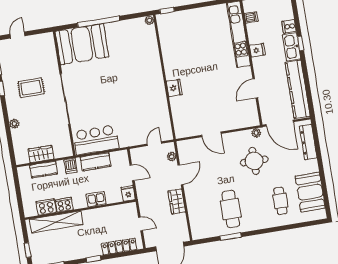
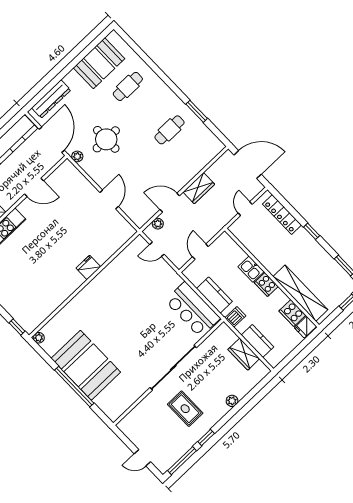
booth: (82, 44) -> (86, 365), moved
fridge: (128, 193) -> (305, 327), moved
cooker: (64, 205) -> (266, 285), moved
cafe table: (231, 209) -> (169, 130), width x0.73, depth x0.74

